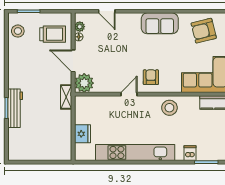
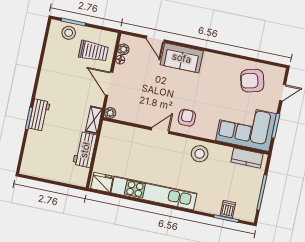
sofa: (160, 23) -> (182, 58), moved
stool: (18, 31) -> (69, 33), moved
plant: (84, 83) -> (110, 113), width x0.53, depth x0.53
workbench: (15, 108) -> (39, 115), width x0.73
workbench: (63, 126) -> (85, 150), added
fridge: (83, 134) -> (102, 182), moved, turned -90
dishwasher: (190, 153) -> (228, 209), moved

